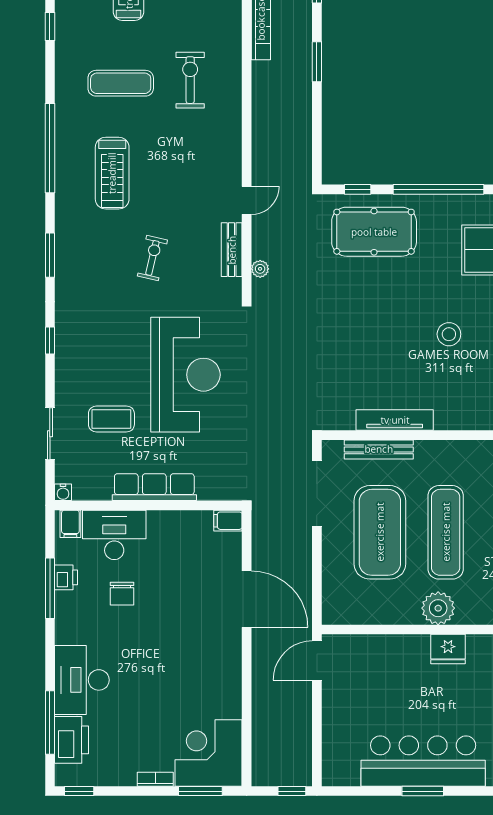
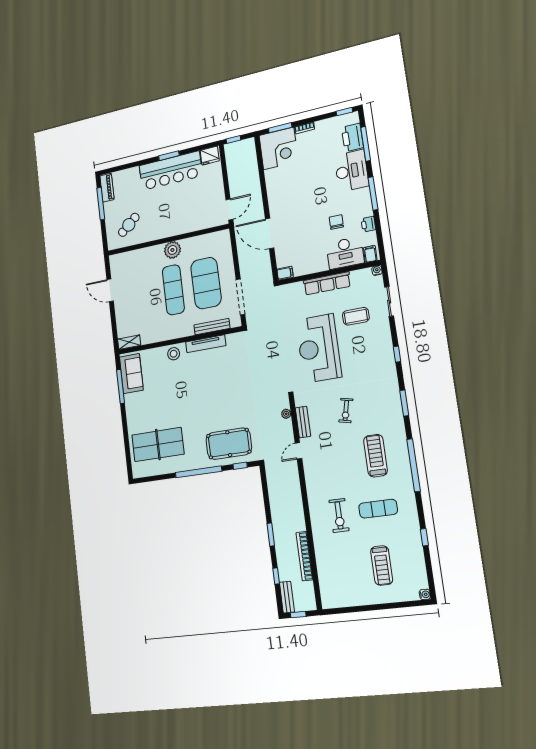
stool: (449, 334) -> (174, 354), moved
window: (50, 588) -> (373, 193), moved
fridge: (448, 649) -> (210, 156), moved, turned 180

